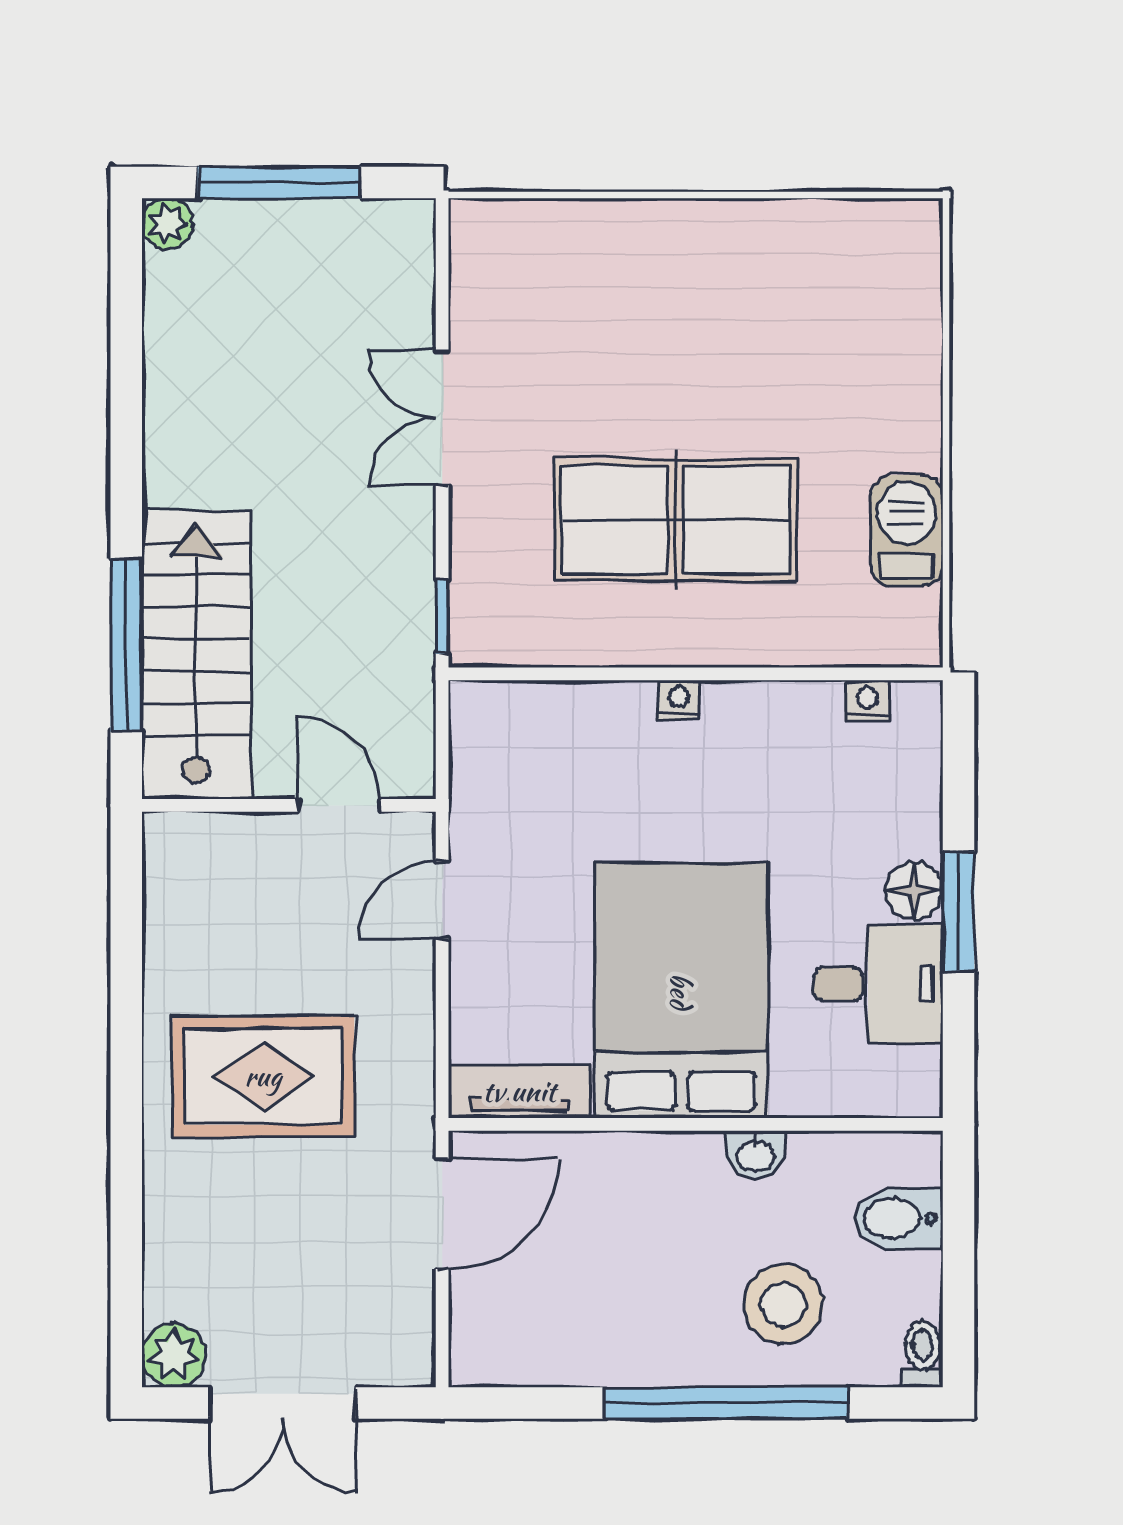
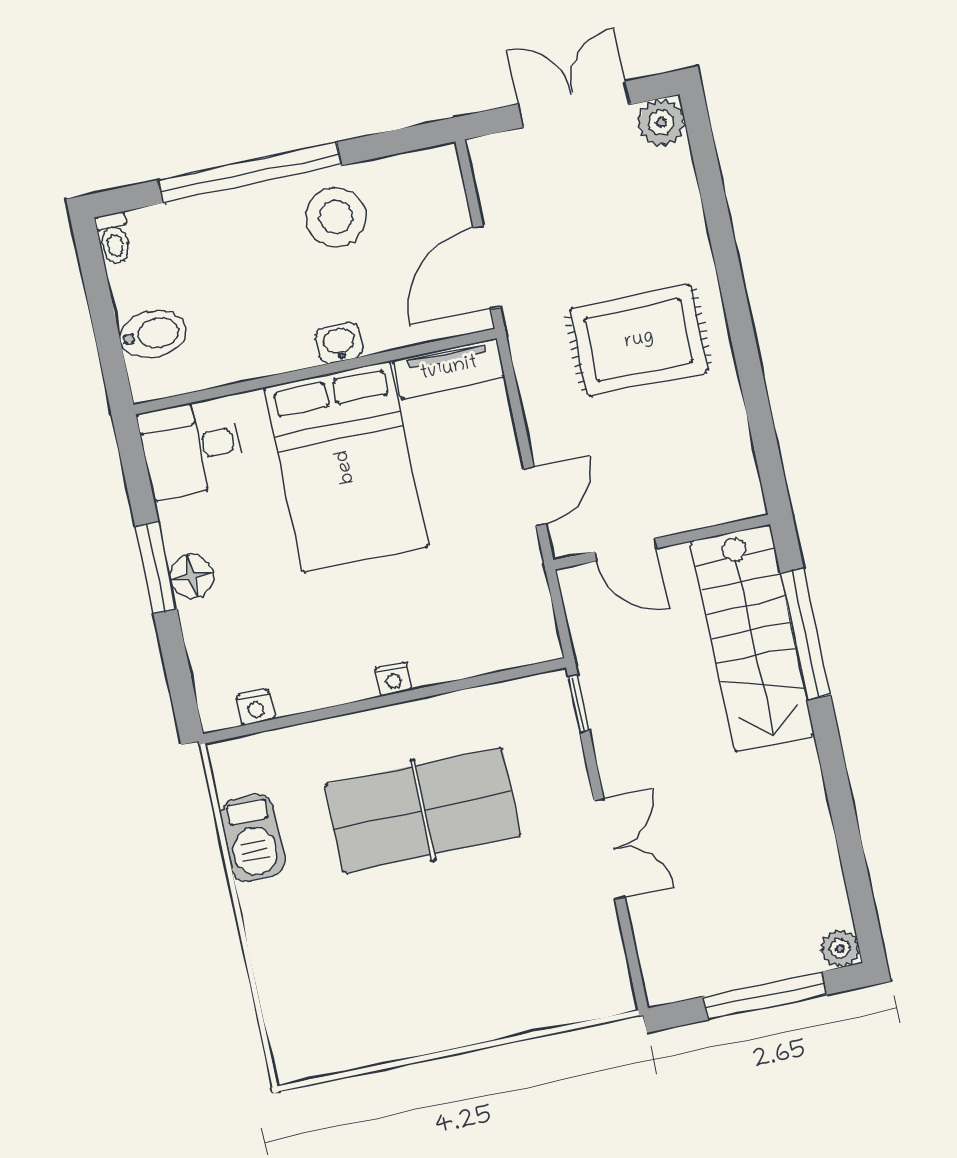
desk: (878, 984) -> (192, 448), moved
washbasin: (755, 1155) -> (339, 343), moved
stool: (783, 1304) -> (336, 217), moved

